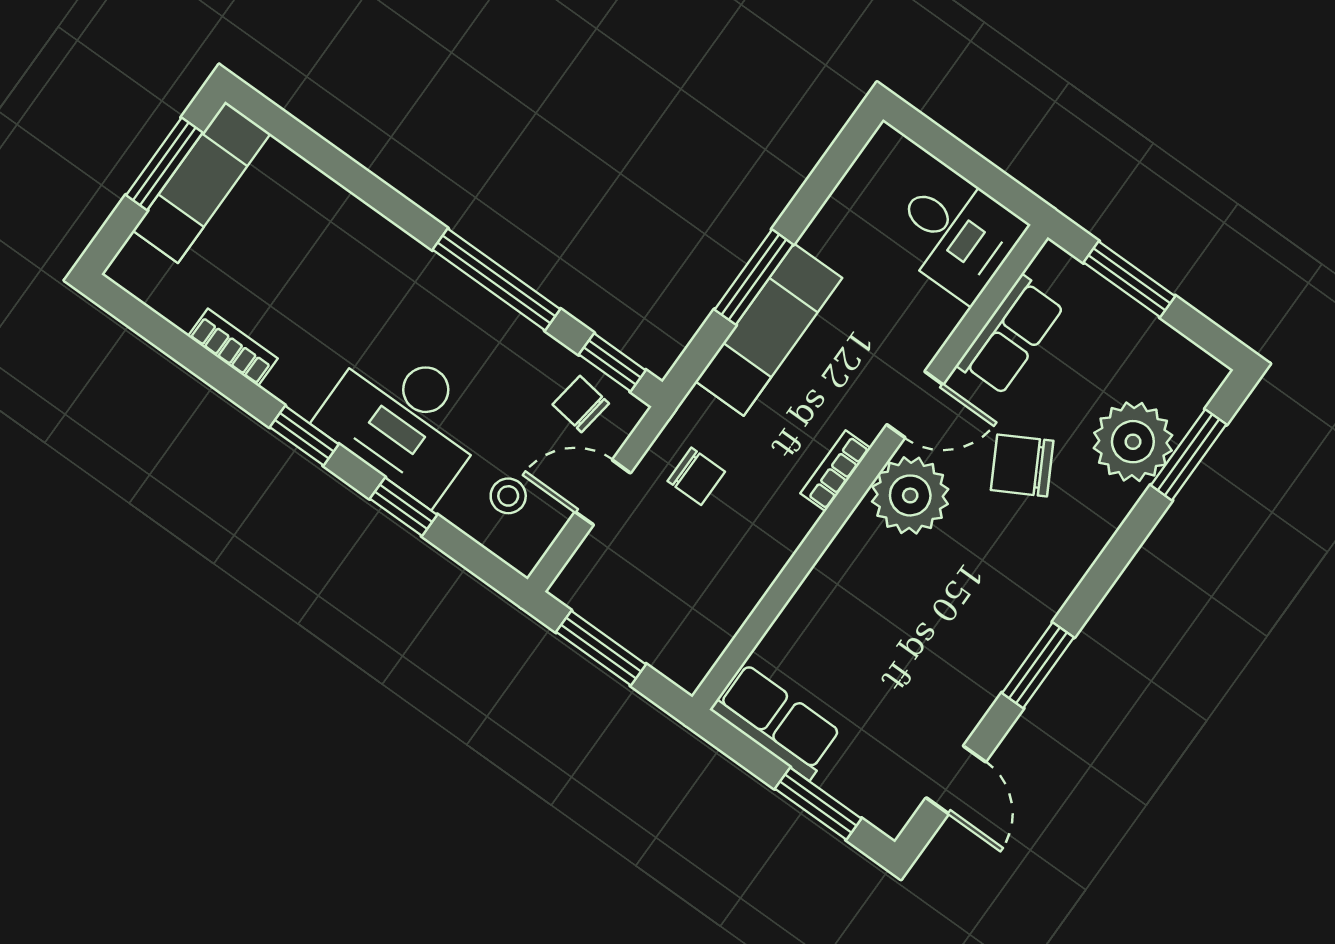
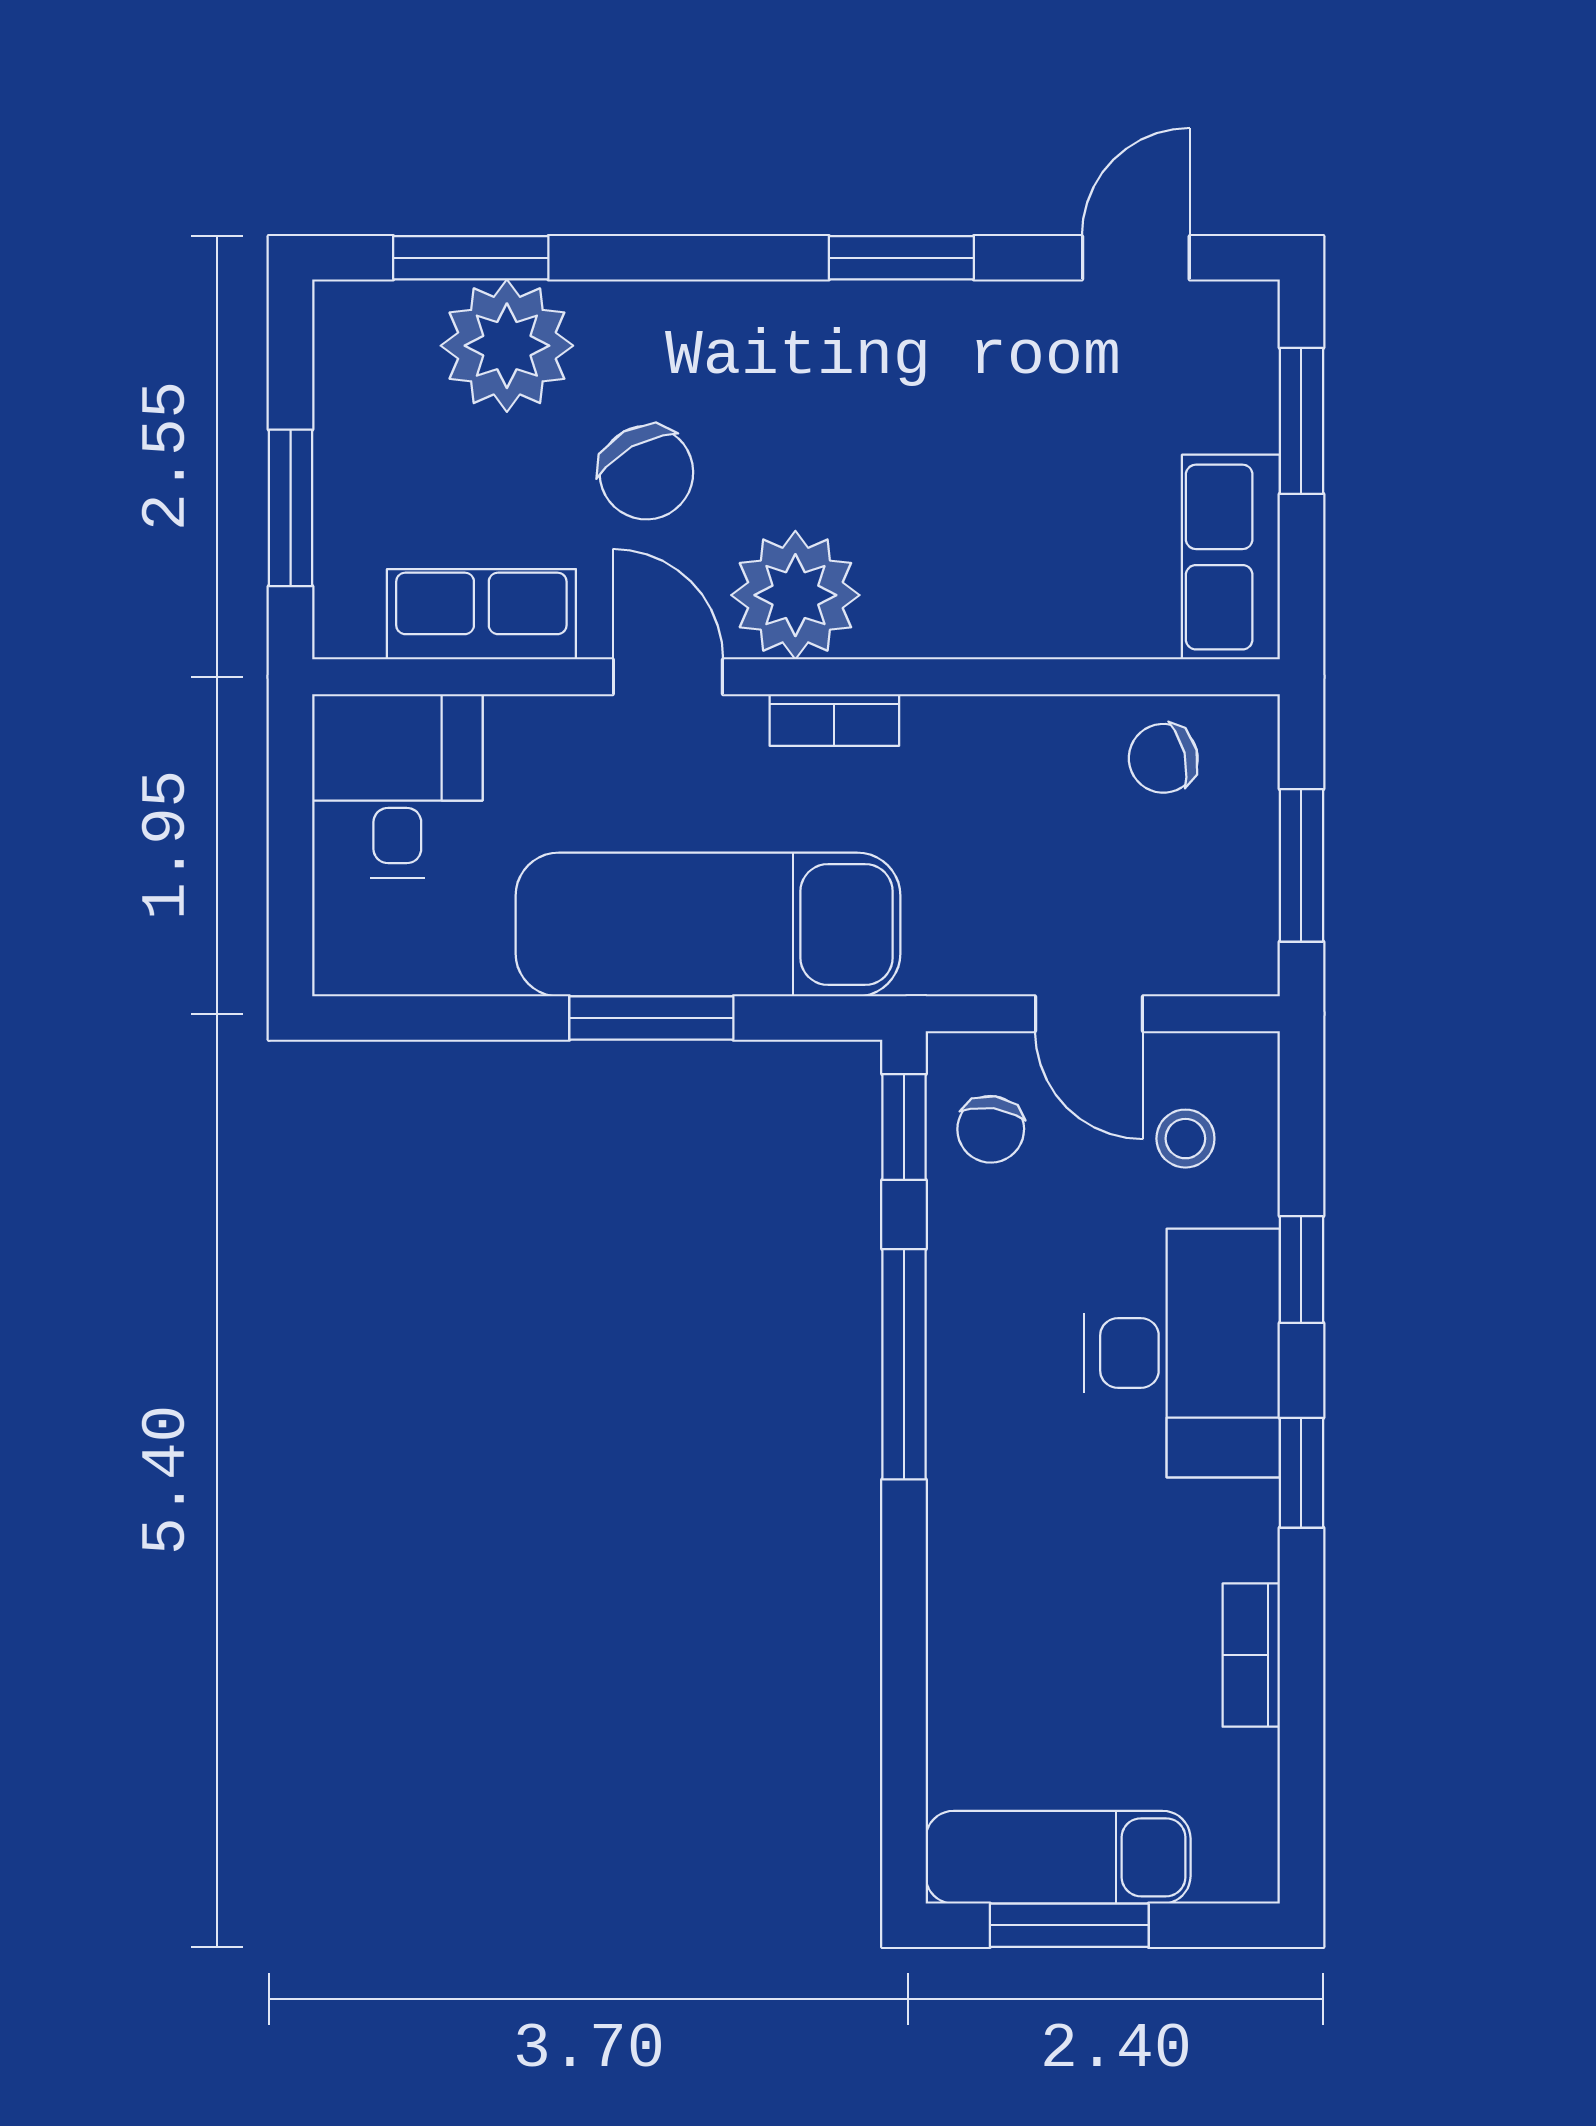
exam couch: (769, 330) -> (708, 925), width x1.36, depth x1.45
chair: (696, 476) -> (1163, 758), moved, turned -104

